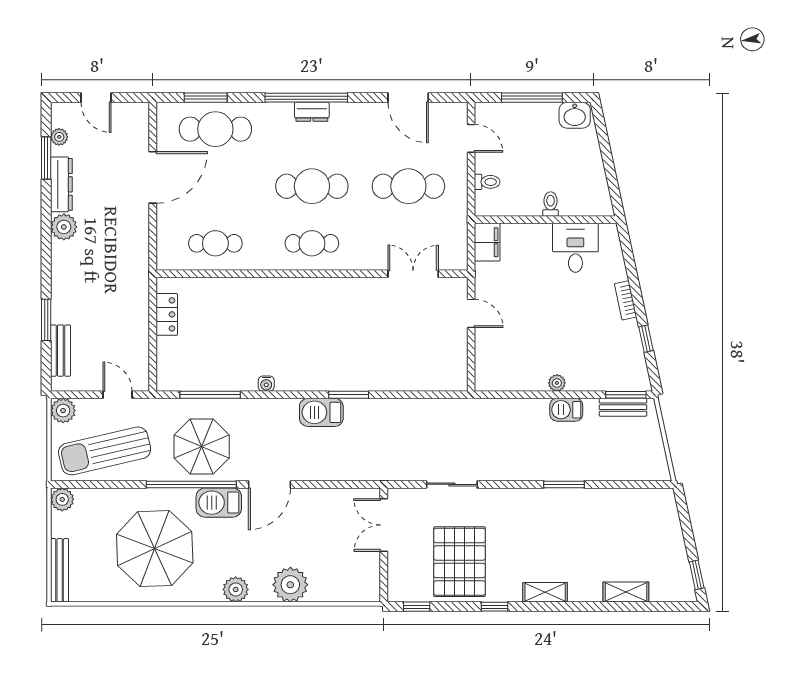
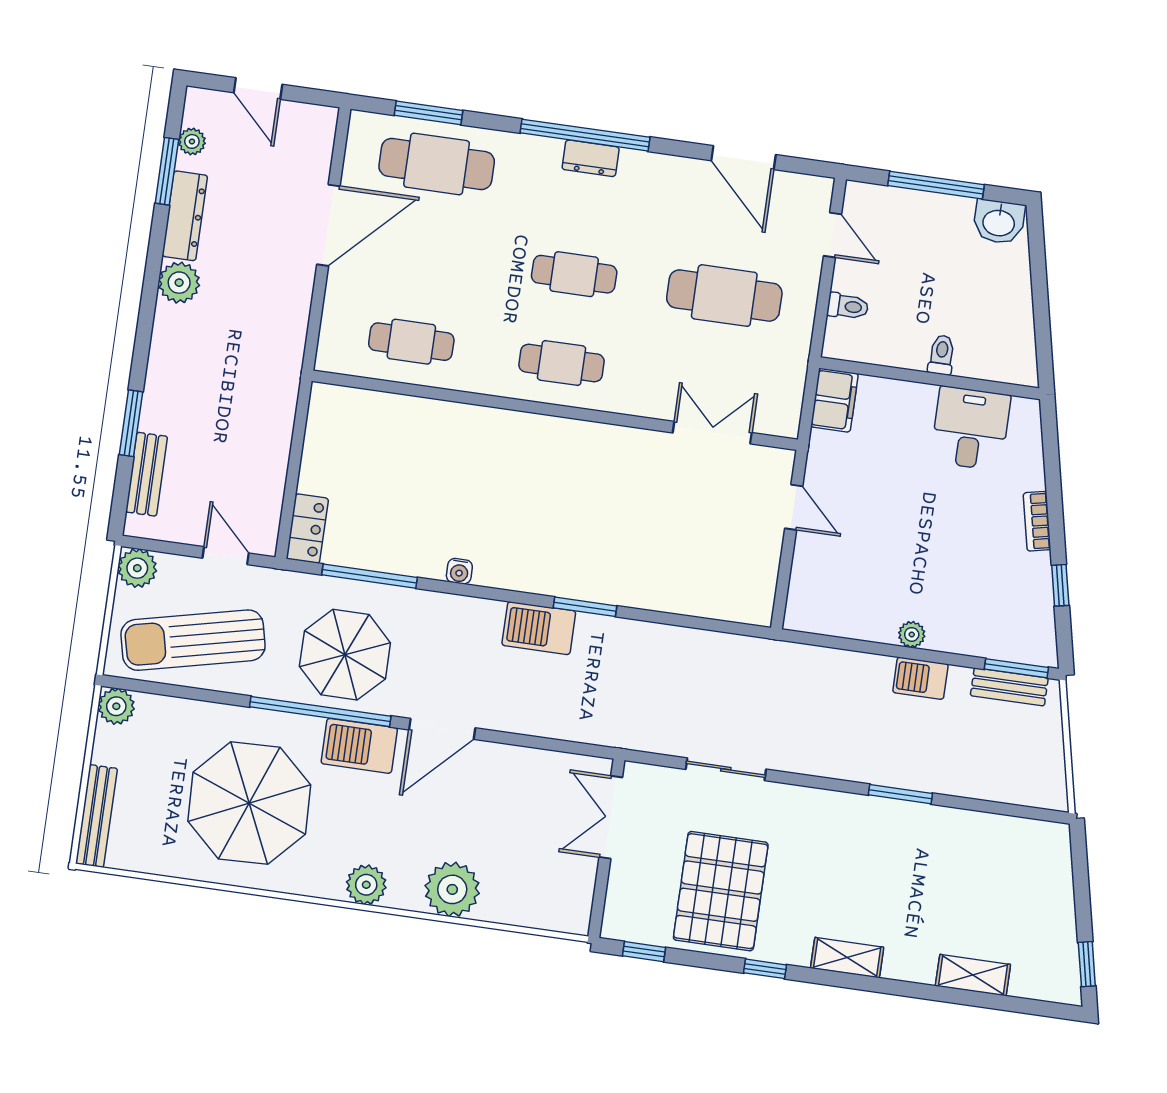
cafe table: (312, 186) -> (574, 274), width x0.73, depth x0.74
locker: (167, 314) -> (307, 529), moved

